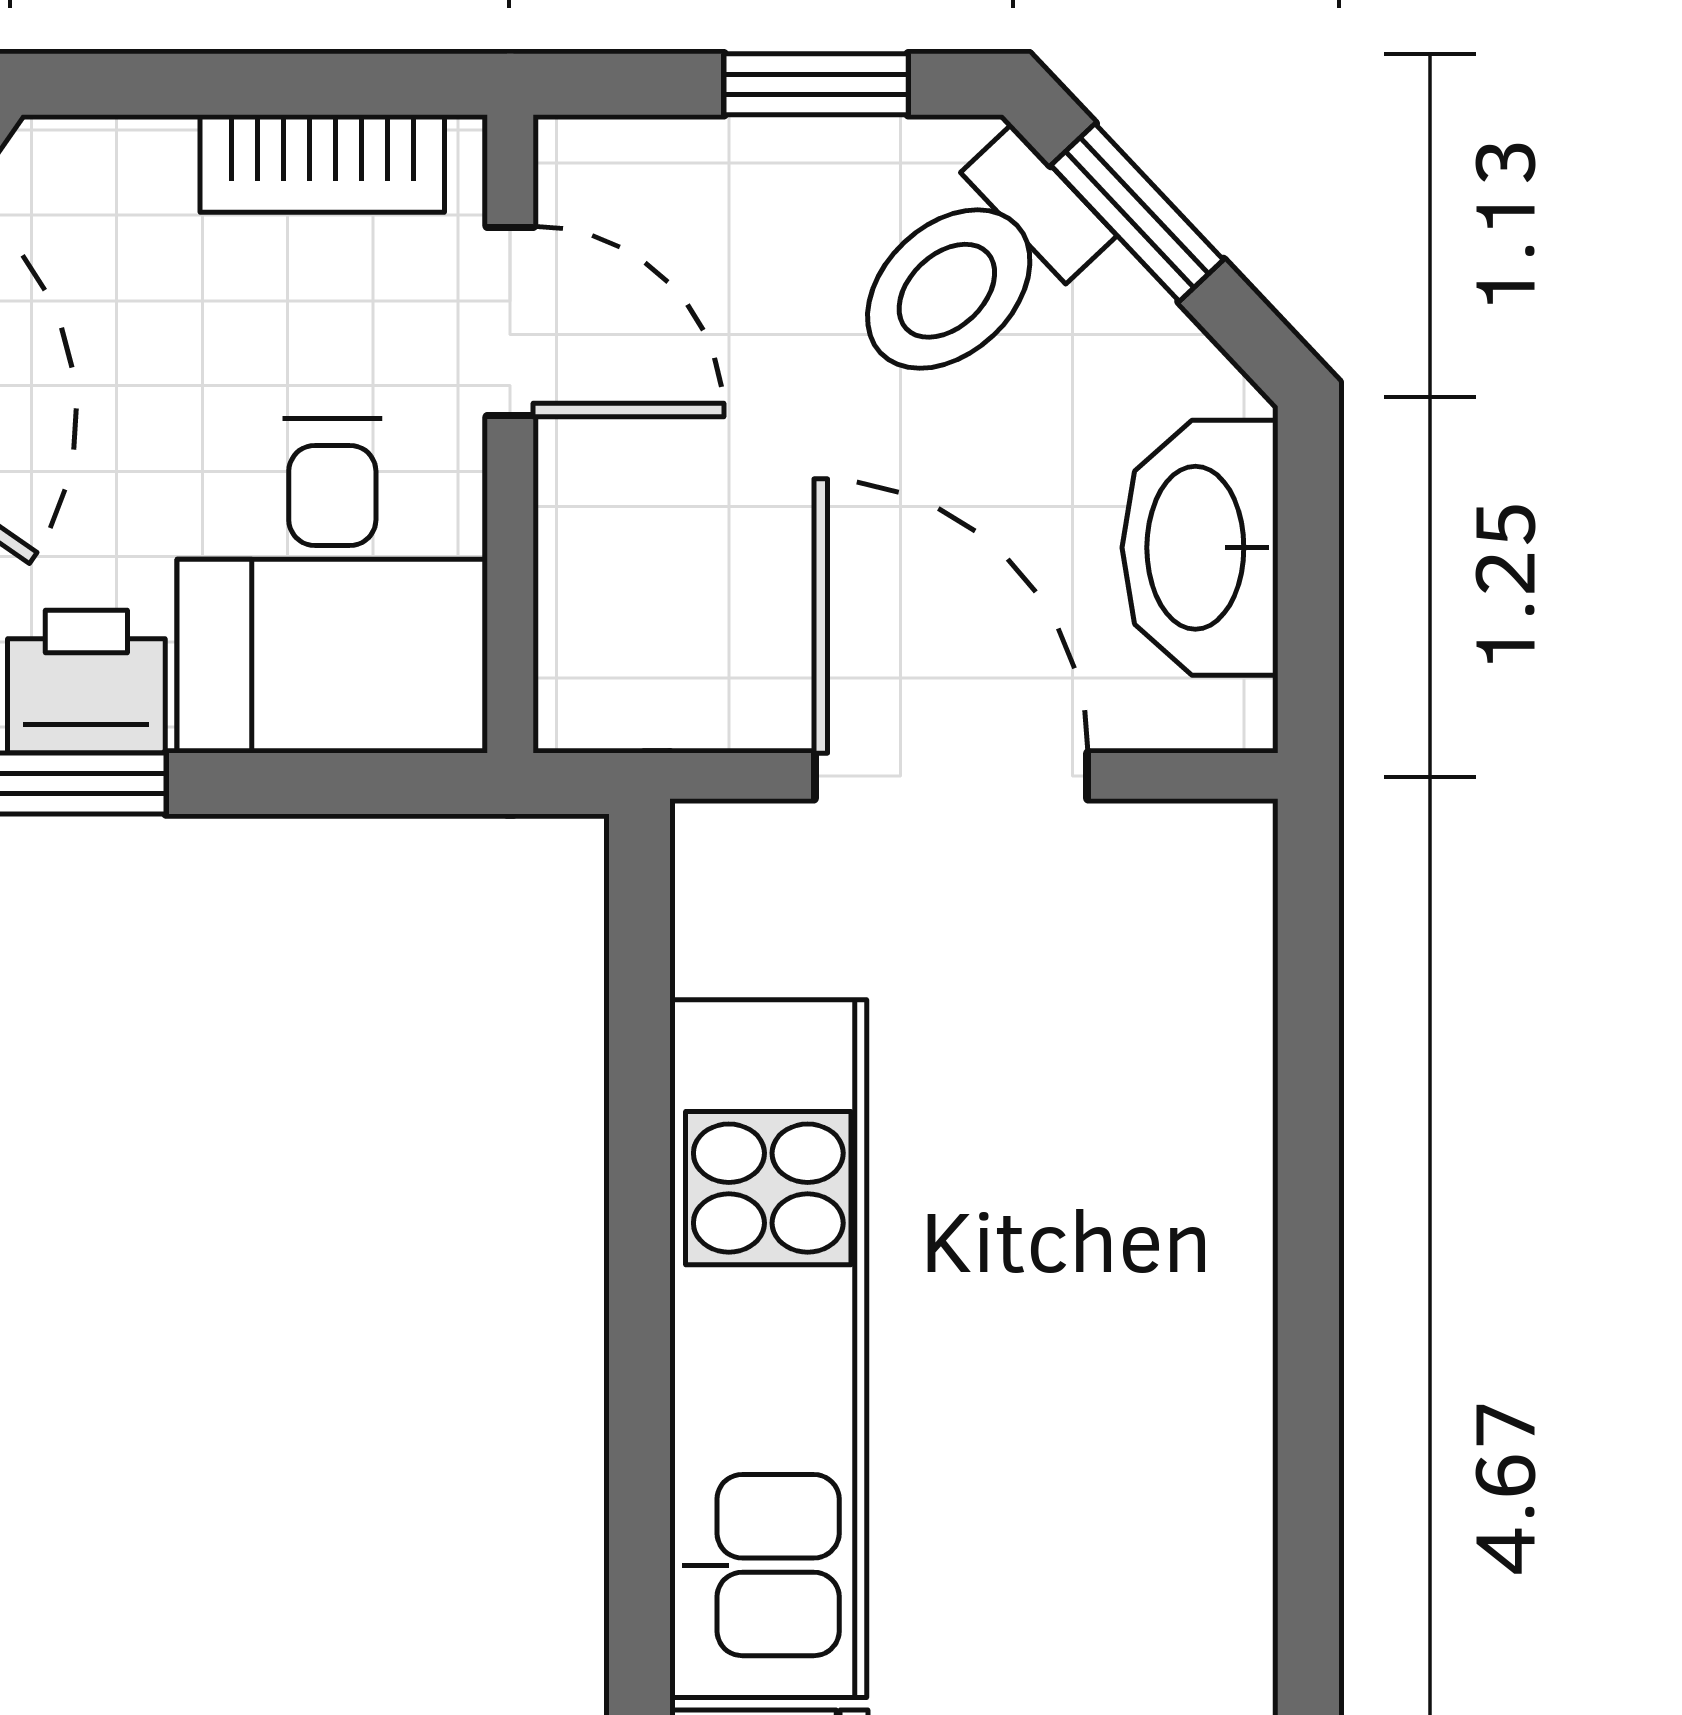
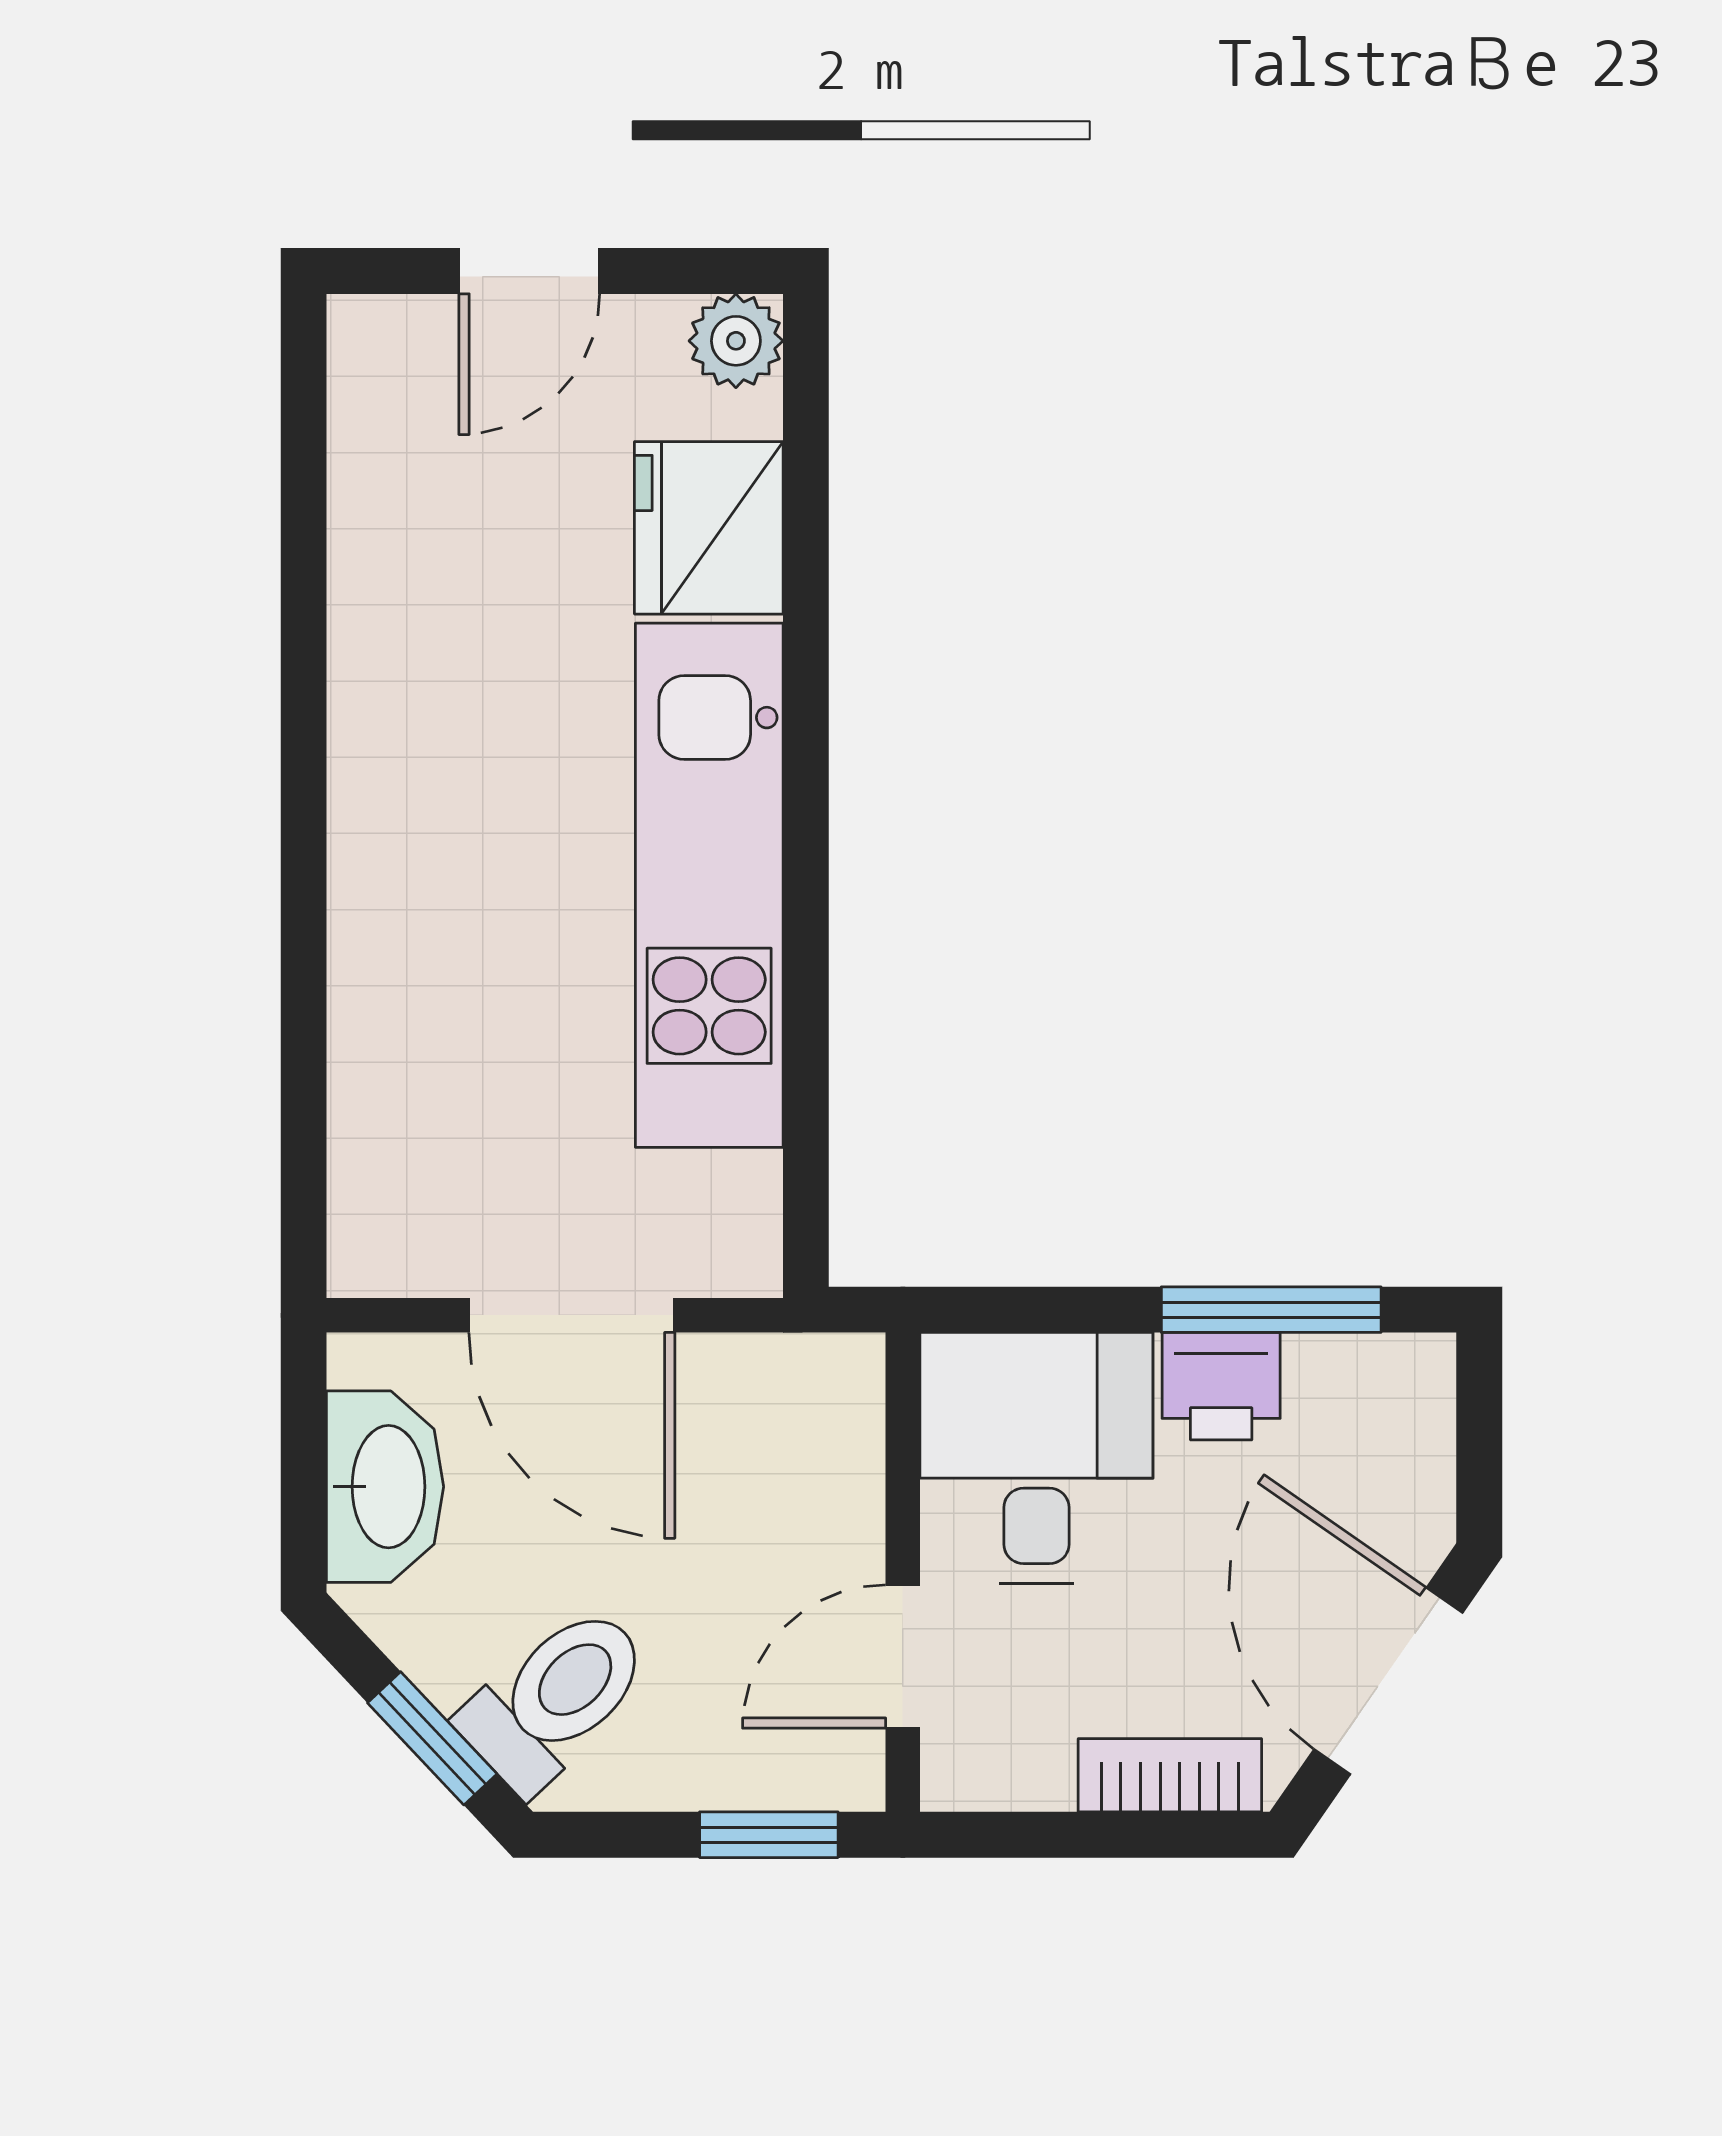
window: (816, 84) -> (769, 1835), moved
bookcase: (322, 163) -> (1170, 1775), moved
door: (510, 321) -> (903, 1657), hinge flipped

